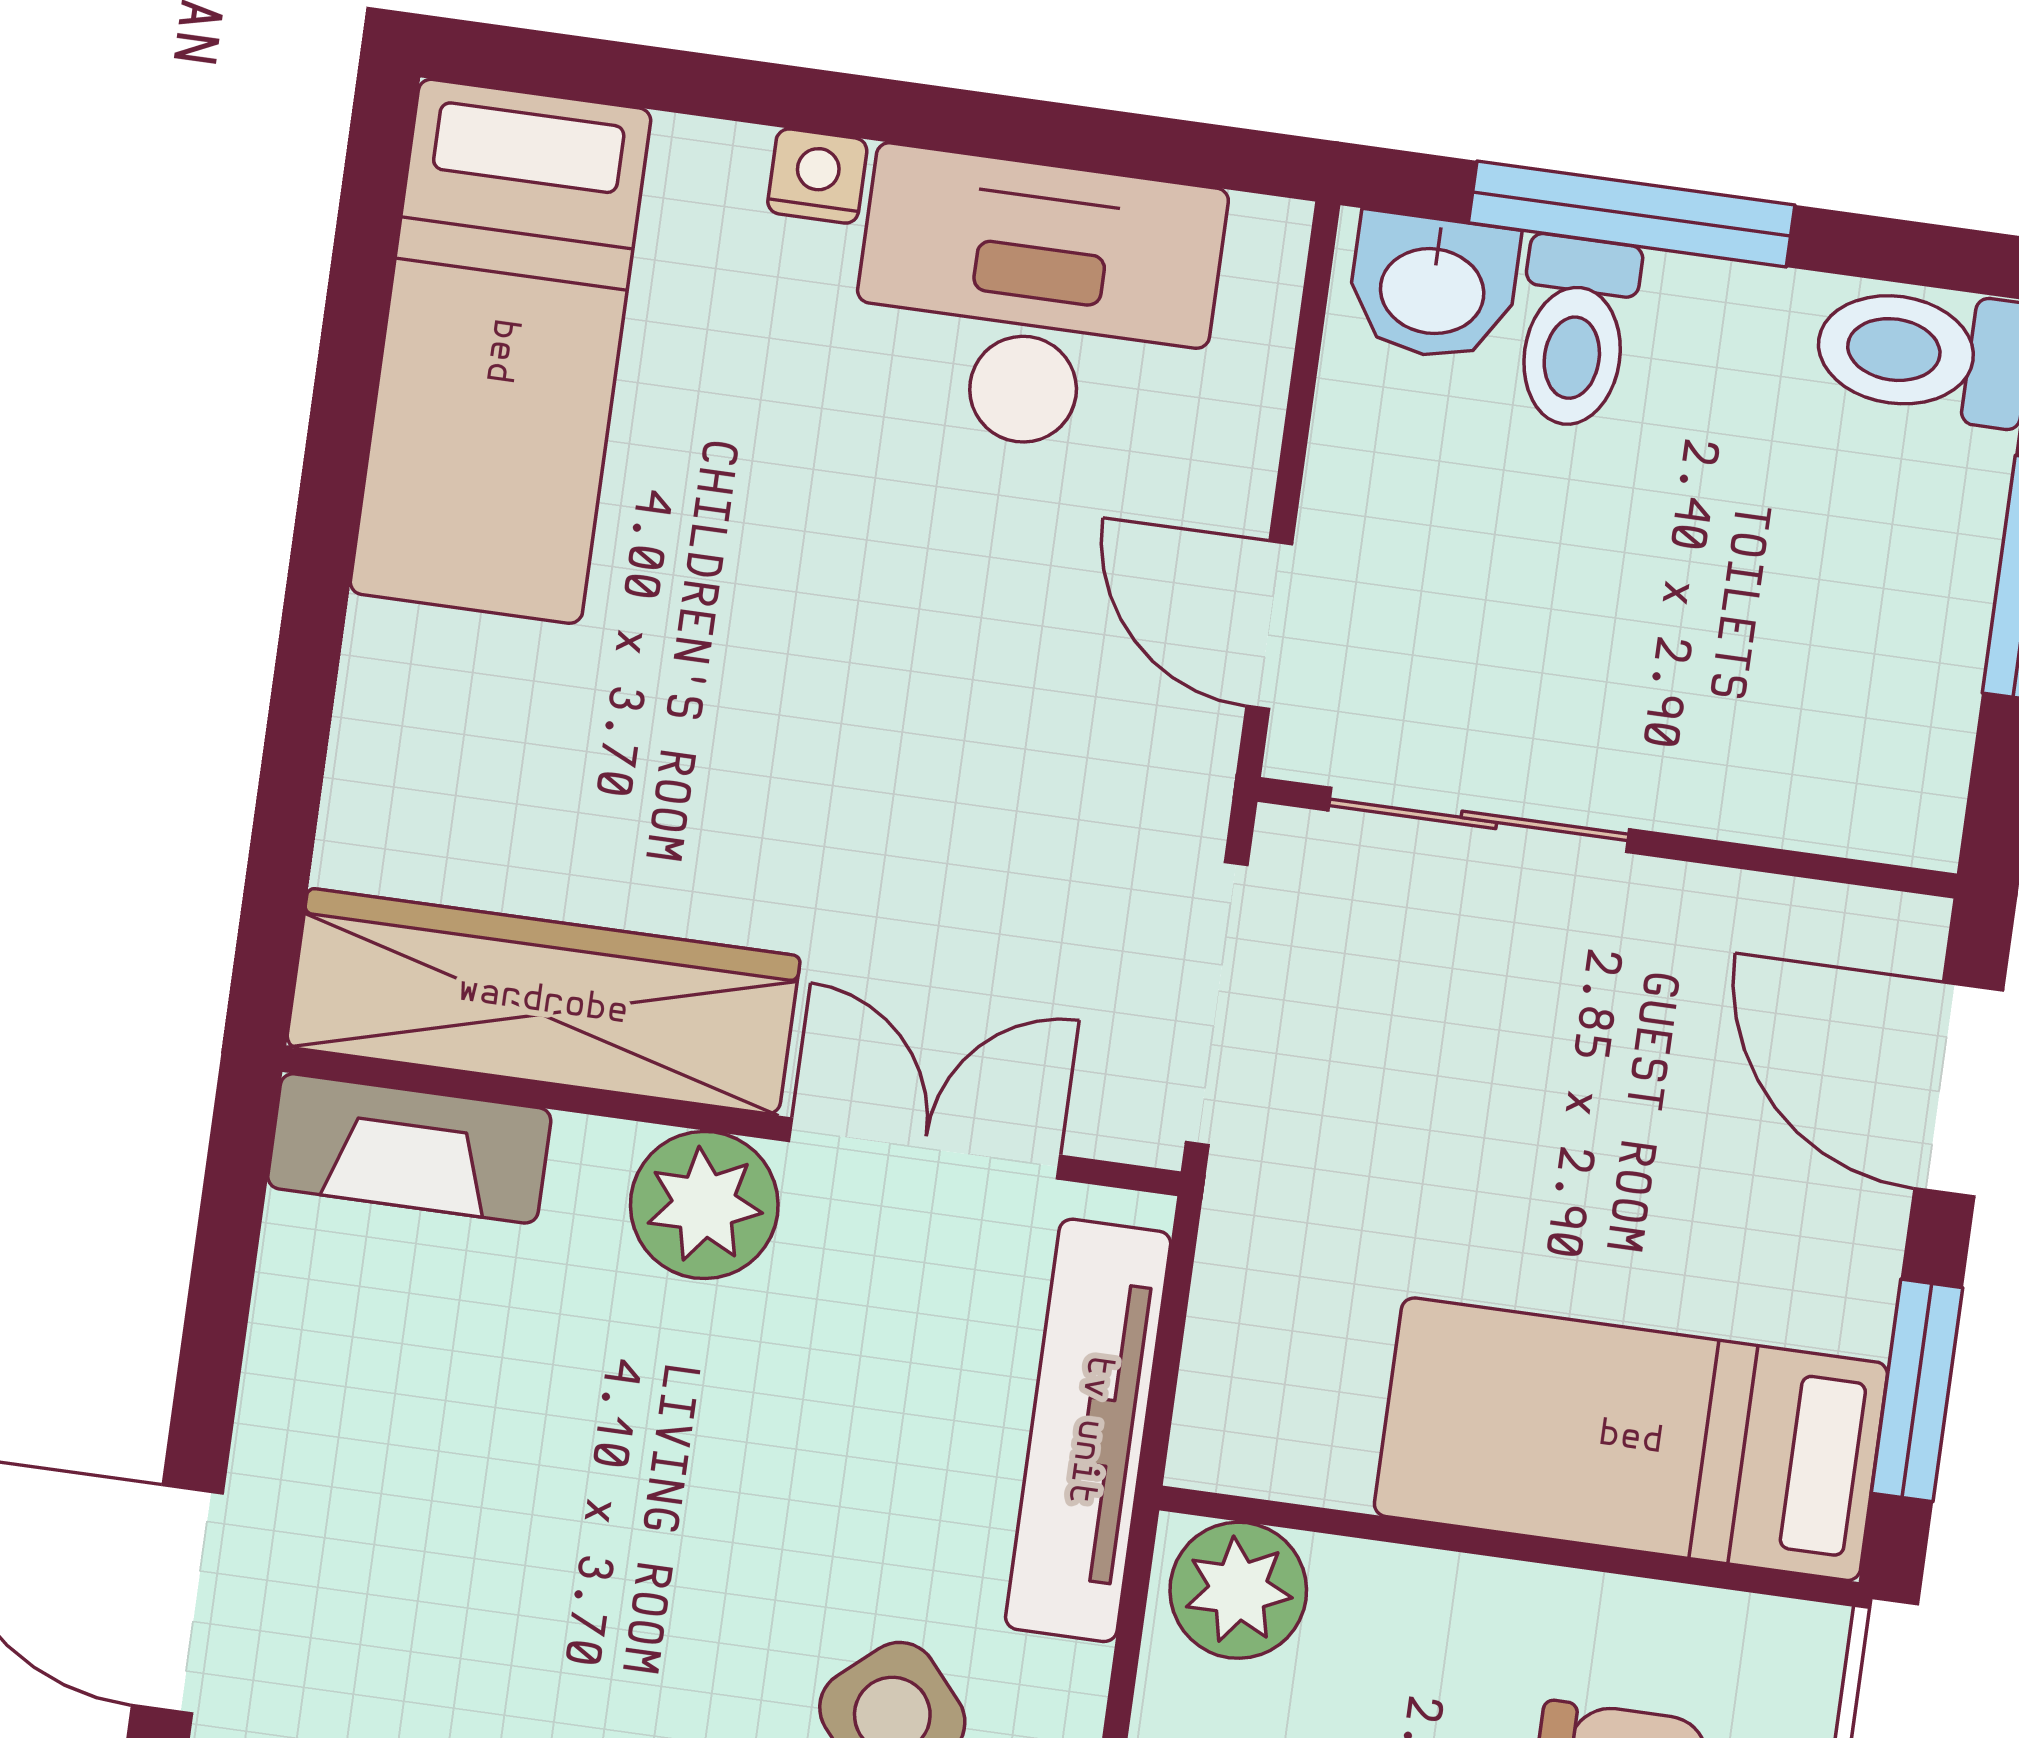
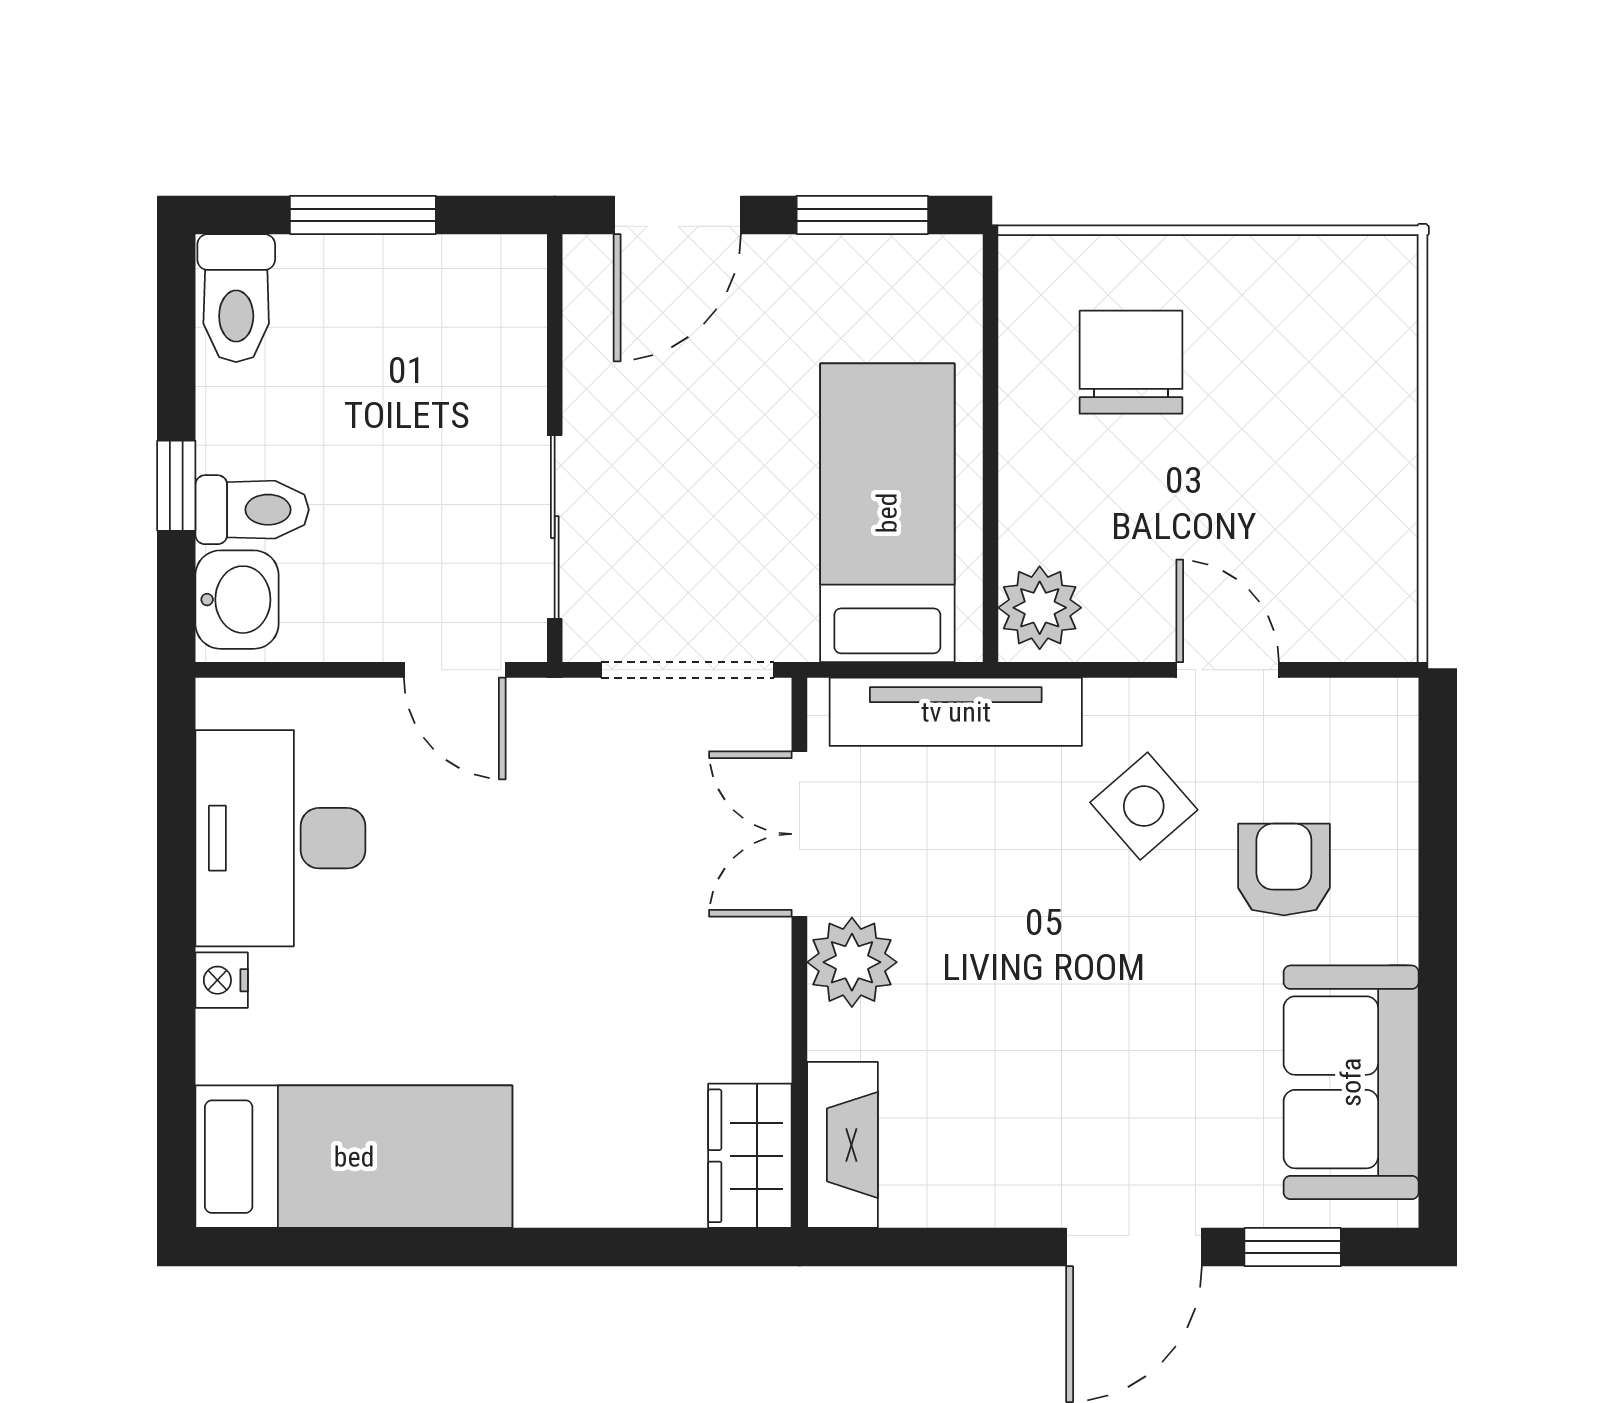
window: (1632, 214) -> (176, 486), width x0.46
door: (1269, 625) -> (455, 670), hinge flipped
wardrobe: (543, 1002) -> (750, 1156), width x0.48, depth x0.85
bed: (1631, 1439) -> (887, 513), moved, turned 180

